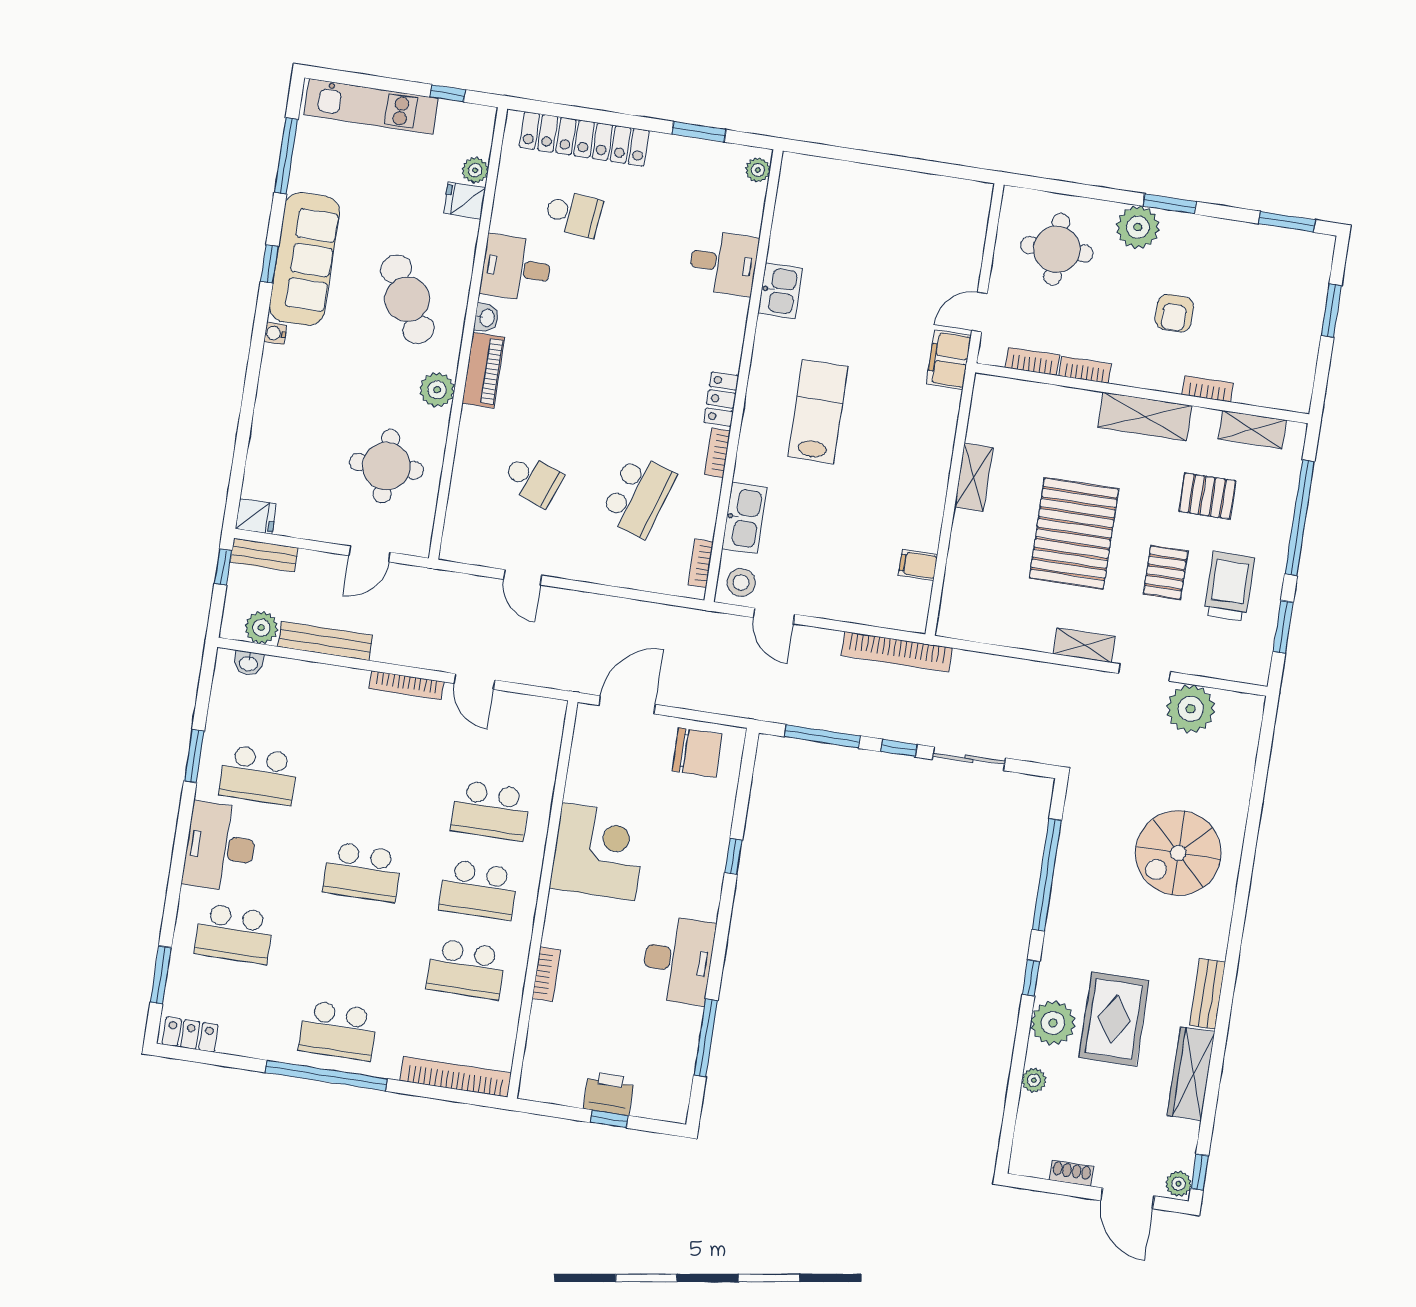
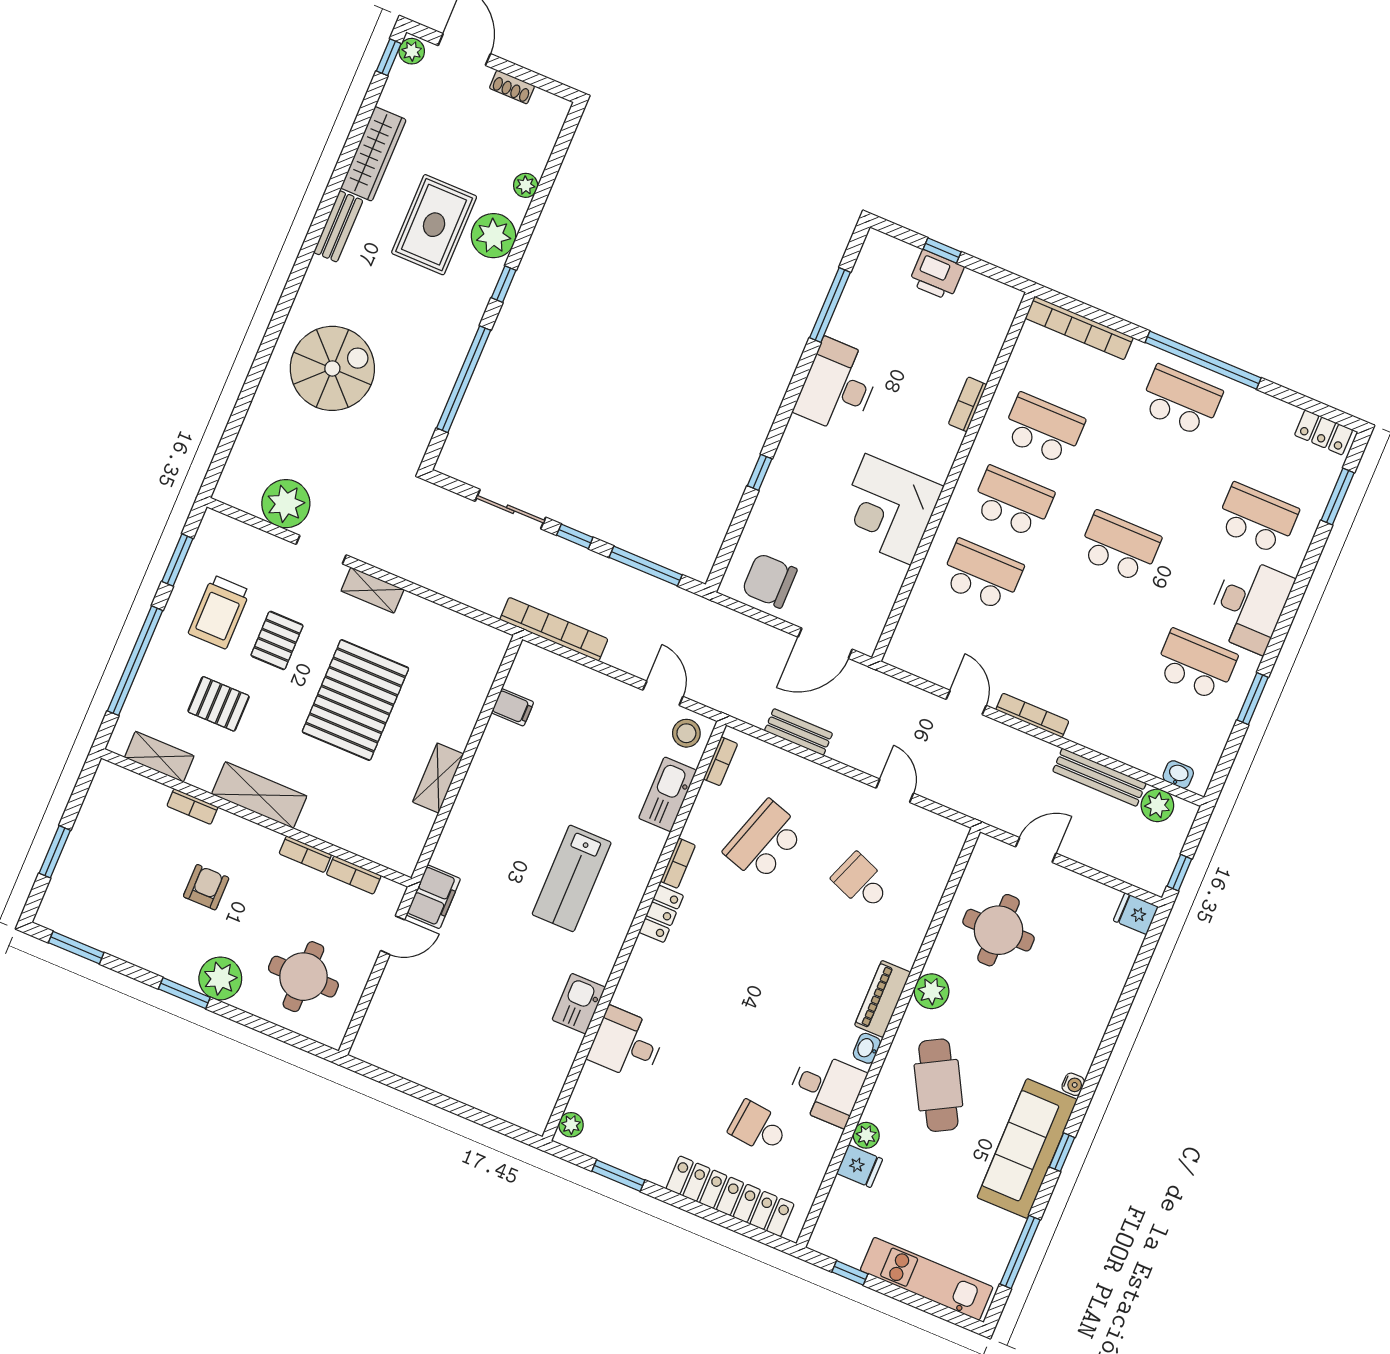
plant: (475, 170) -> (866, 1135), moved
bench: (264, 555) -> (799, 732), moved

